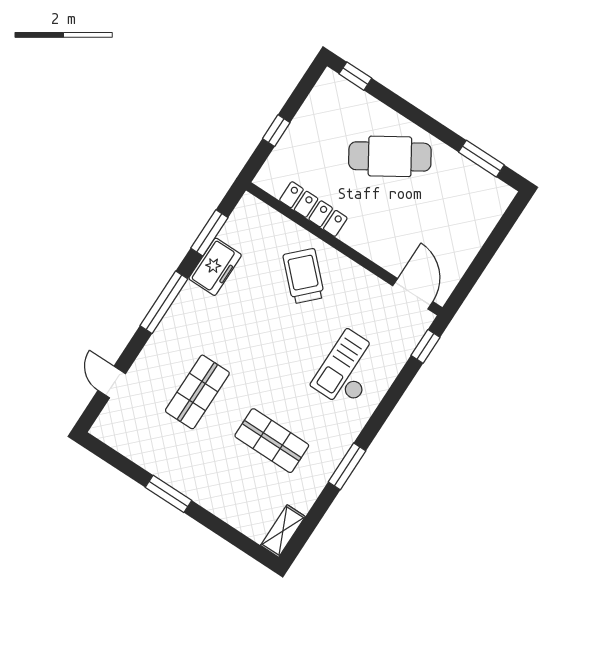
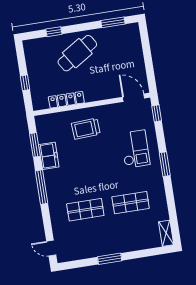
window: (355, 76) -> (54, 32), moved
trolley: (304, 276) -> (86, 129), turned -48
checkout: (348, 370) -> (135, 149), turned 180
door: (112, 382) -> (51, 248), moved
shop shelf: (197, 392) -> (85, 210), turned 90
window: (347, 466) -> (165, 164), moved

